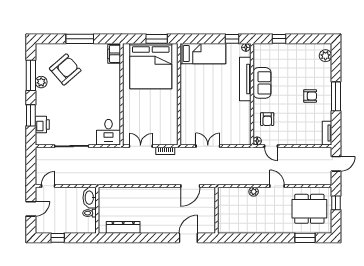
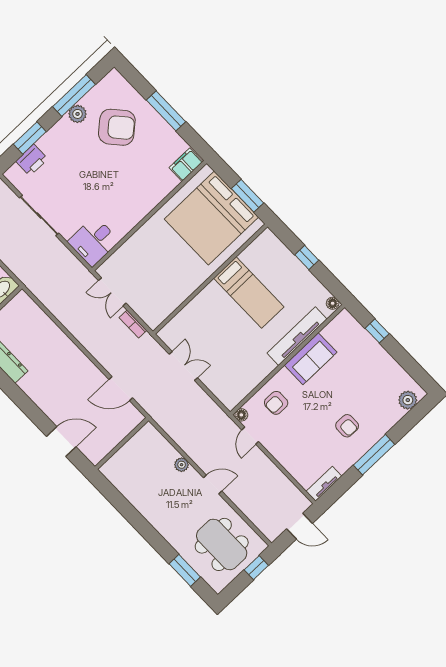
window: (232, 39) -> (307, 258), moved
bed: (203, 54) -> (249, 293), moved
double door: (141, 146) -> (112, 292), swing flipped
door: (277, 186) -> (213, 484), hinge flipped

